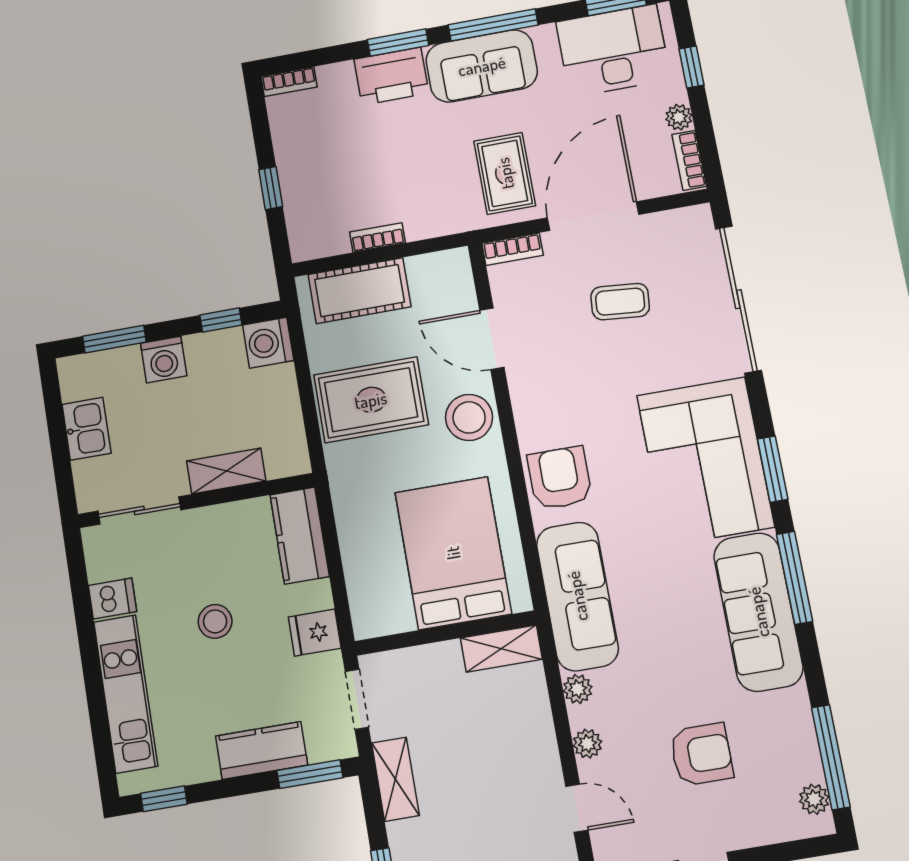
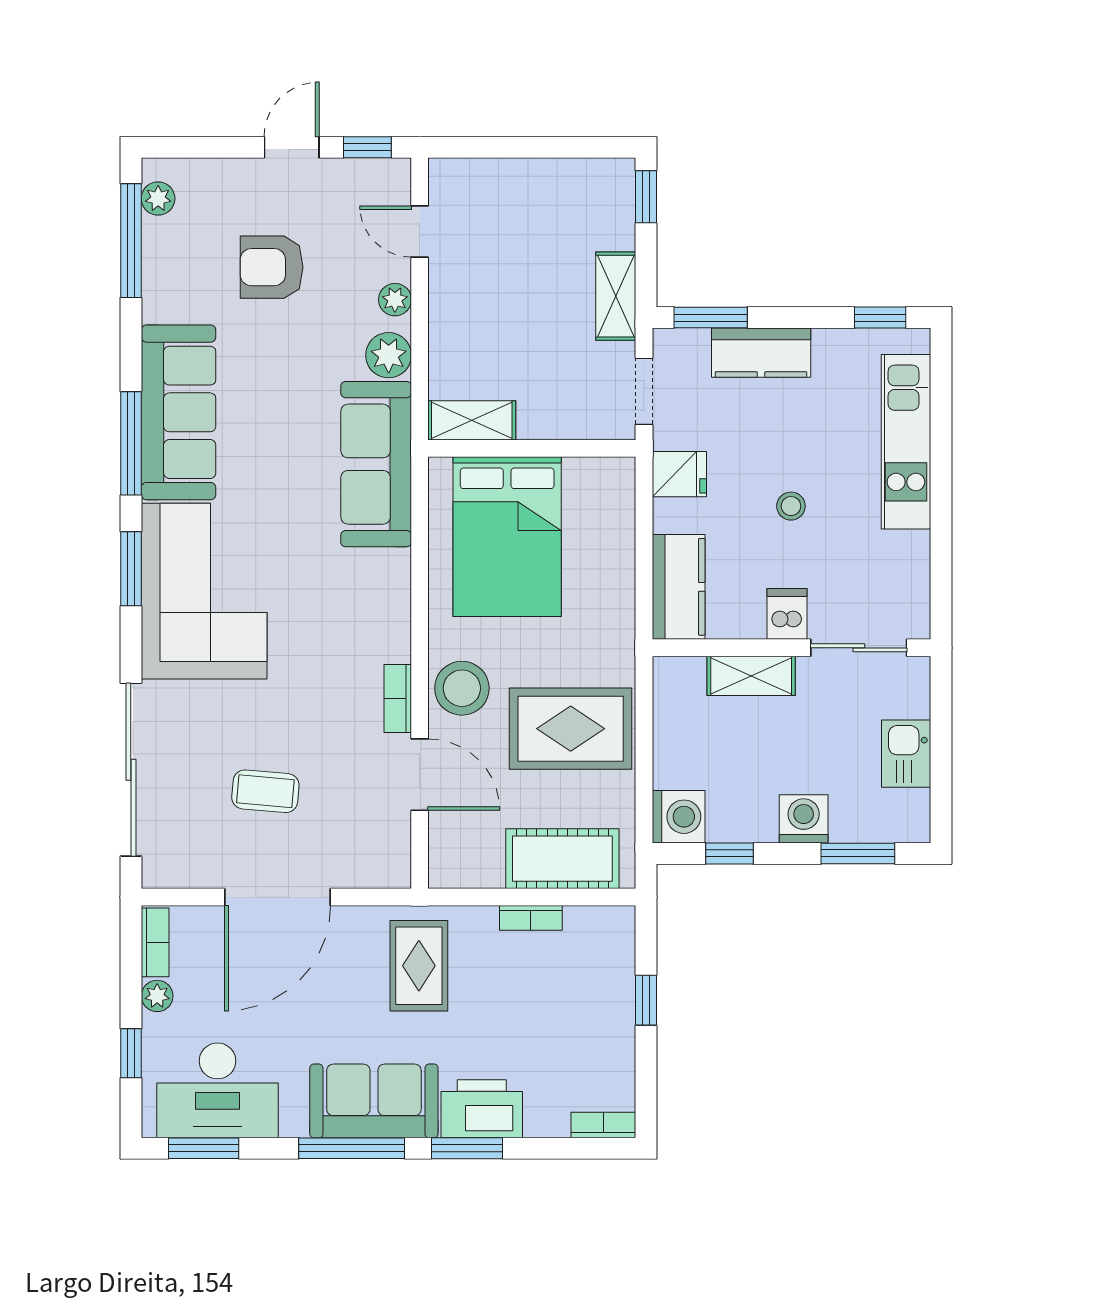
rug: (505, 173) -> (419, 966), moved
bookcase: (513, 249) -> (398, 698), moved, turned -90
armchair: (560, 478) -> (371, 601), removed
dishwasher: (112, 599) -> (787, 614), moved, turned 90
stool: (215, 621) -> (791, 506), width x0.73, depth x0.73
plant: (578, 689) -> (389, 355), width x1.38, depth x1.38

